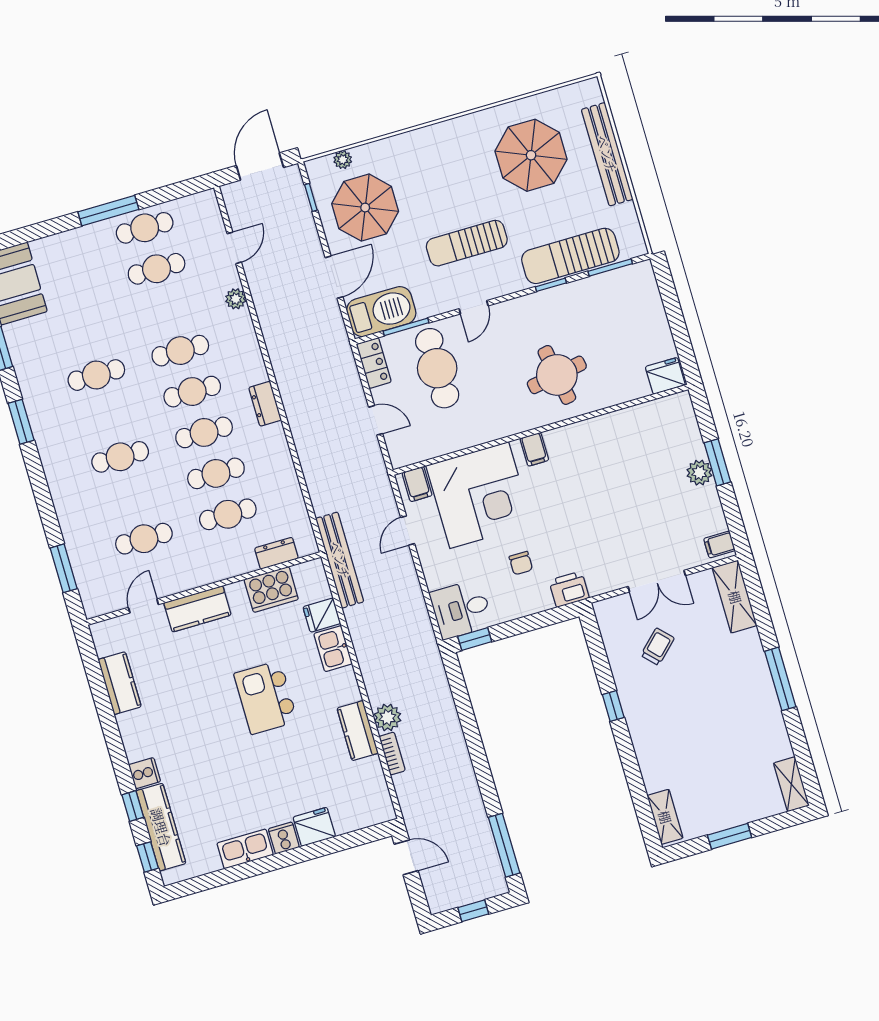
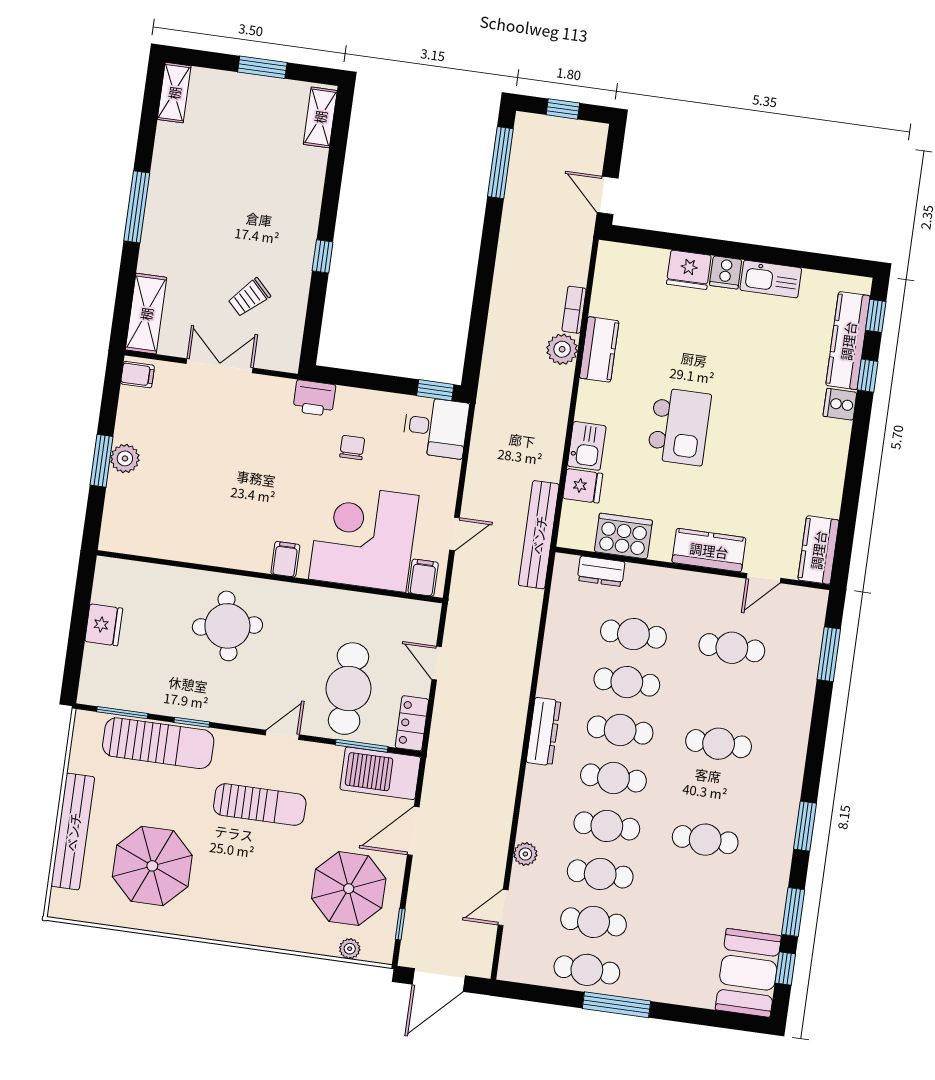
cafe table: (168, 310) -> (600, 874), added
fridge: (665, 376) -> (104, 625), moved, turned -90
dresser: (265, 404) -> (543, 731), width x1.44
kitchen counter: (120, 683) -> (818, 550), moved

